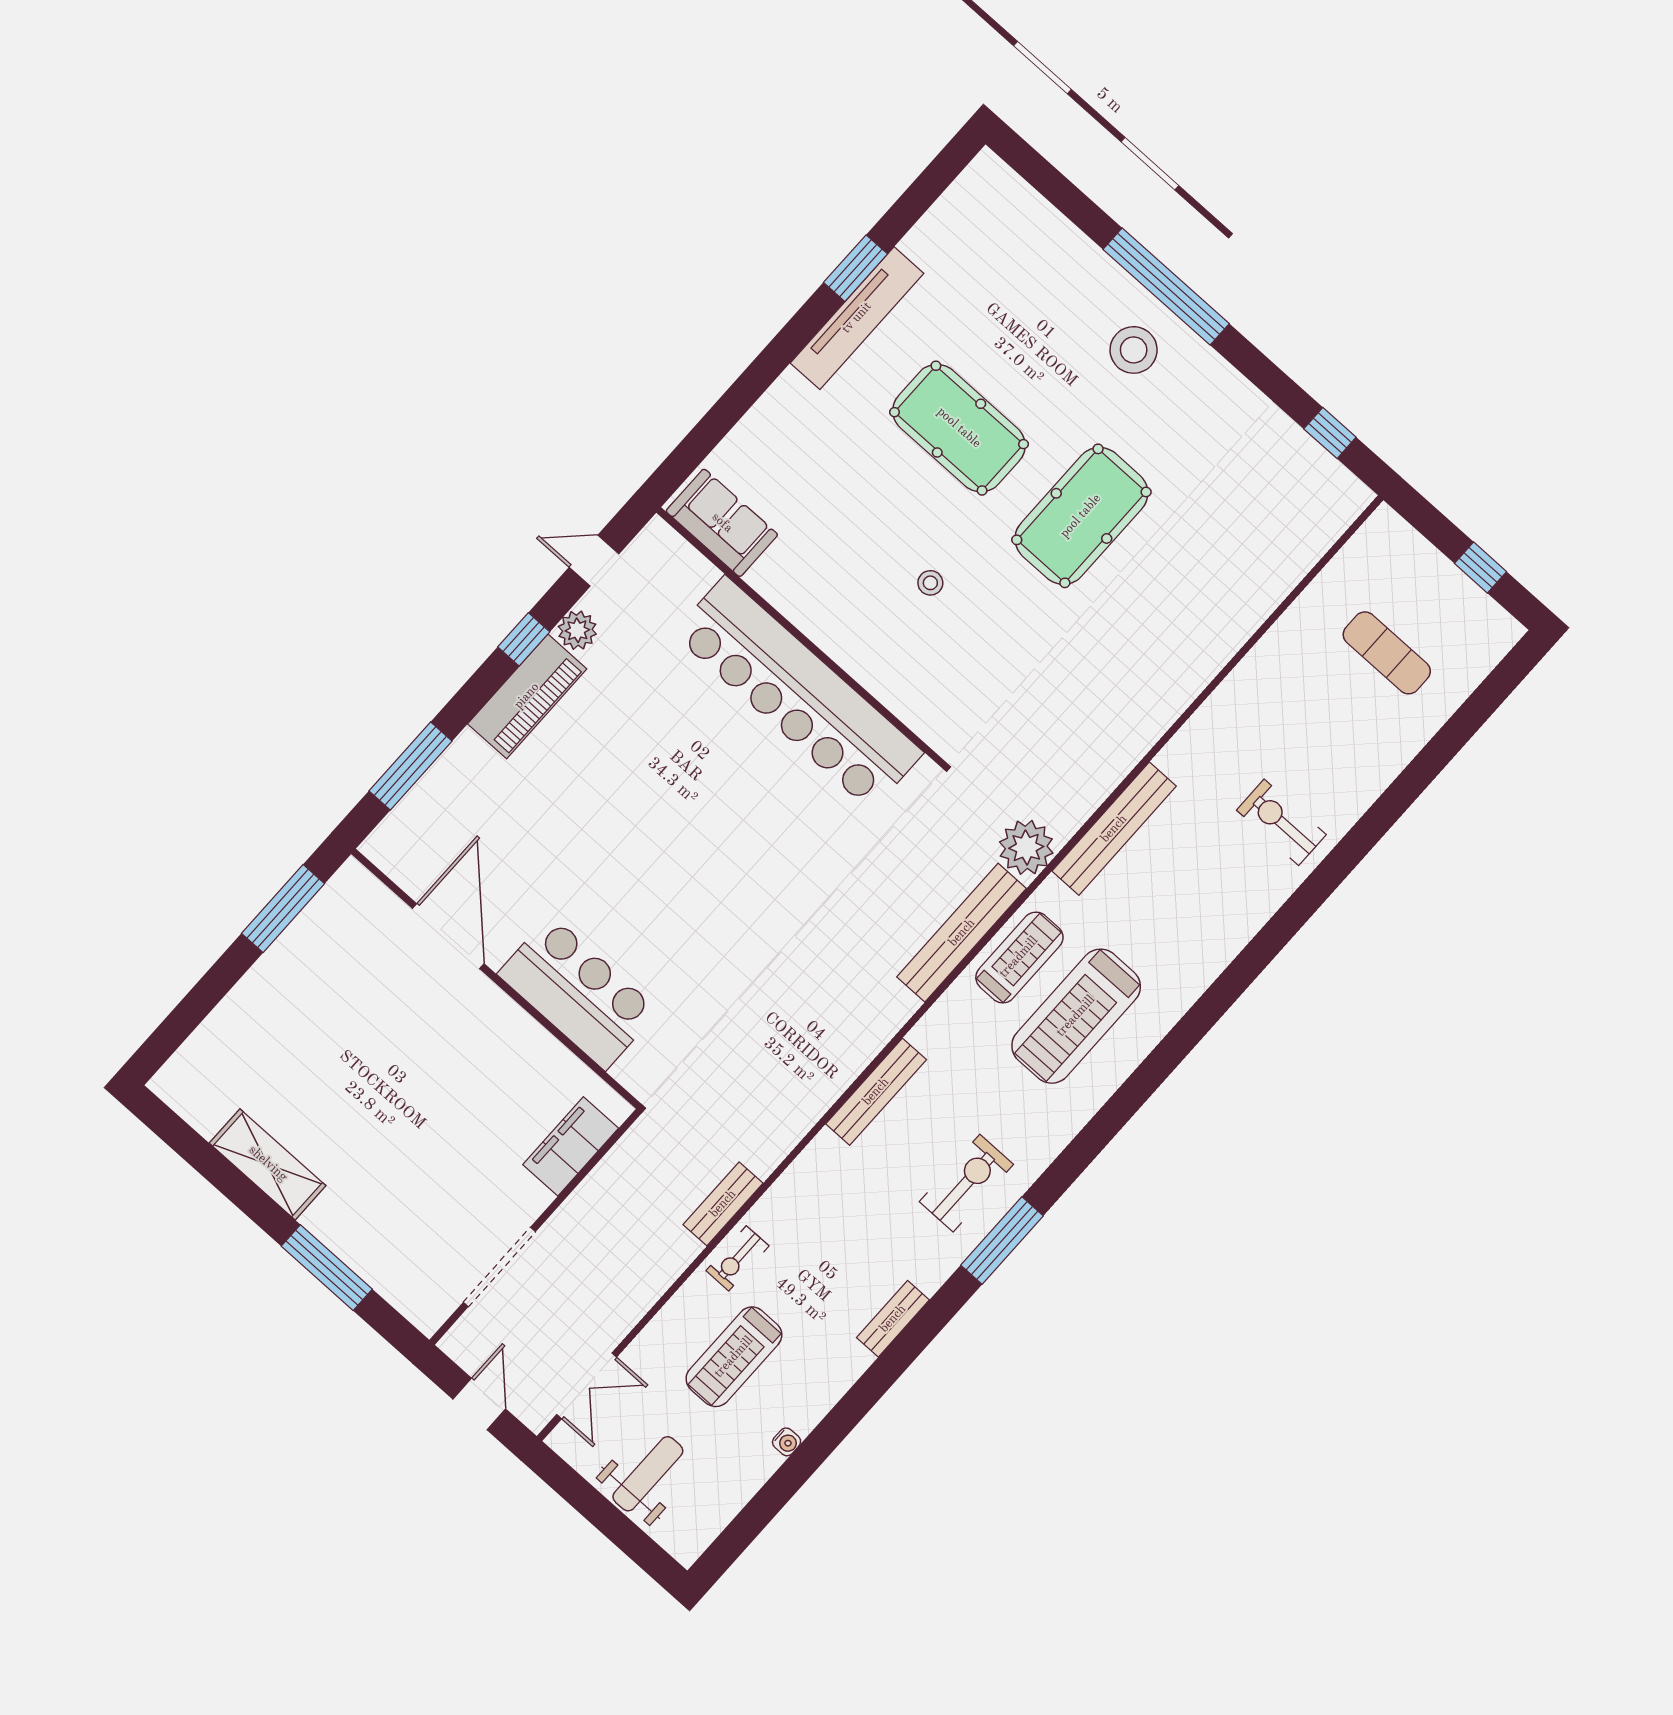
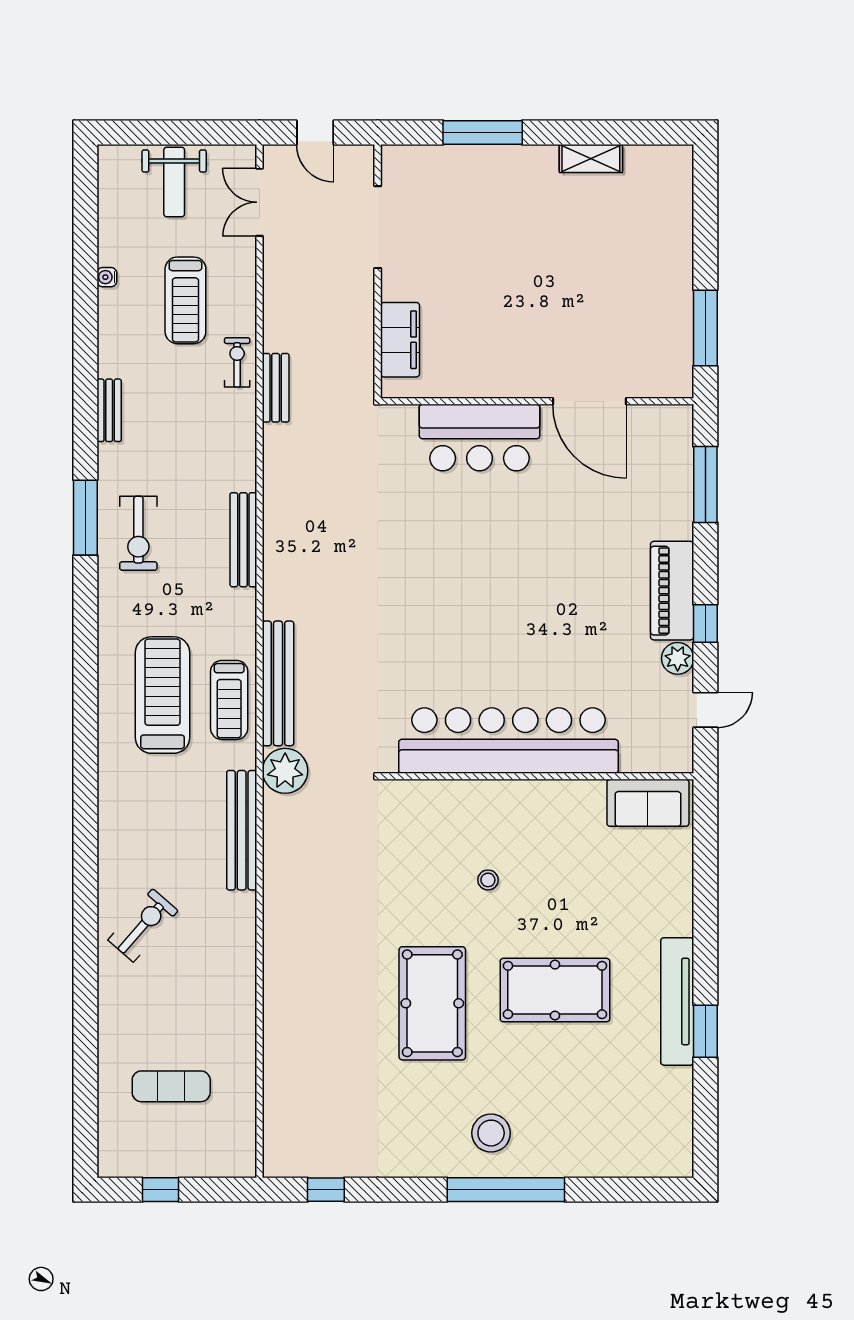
exercise bike: (1281, 822) -> (143, 925), turned -49
shelving: (268, 1164) -> (591, 159), width x0.67, depth x0.75
treadmill: (734, 1357) -> (185, 300), turned 180

